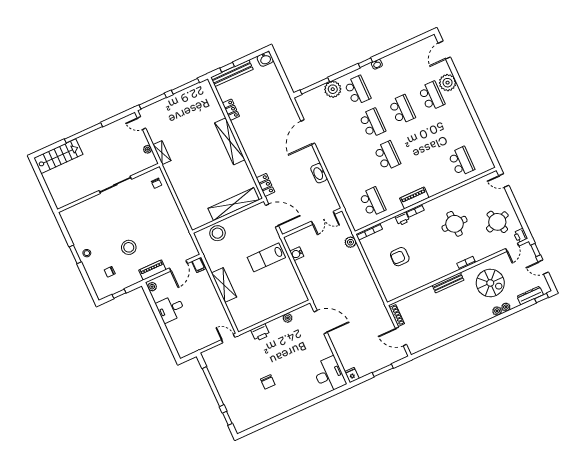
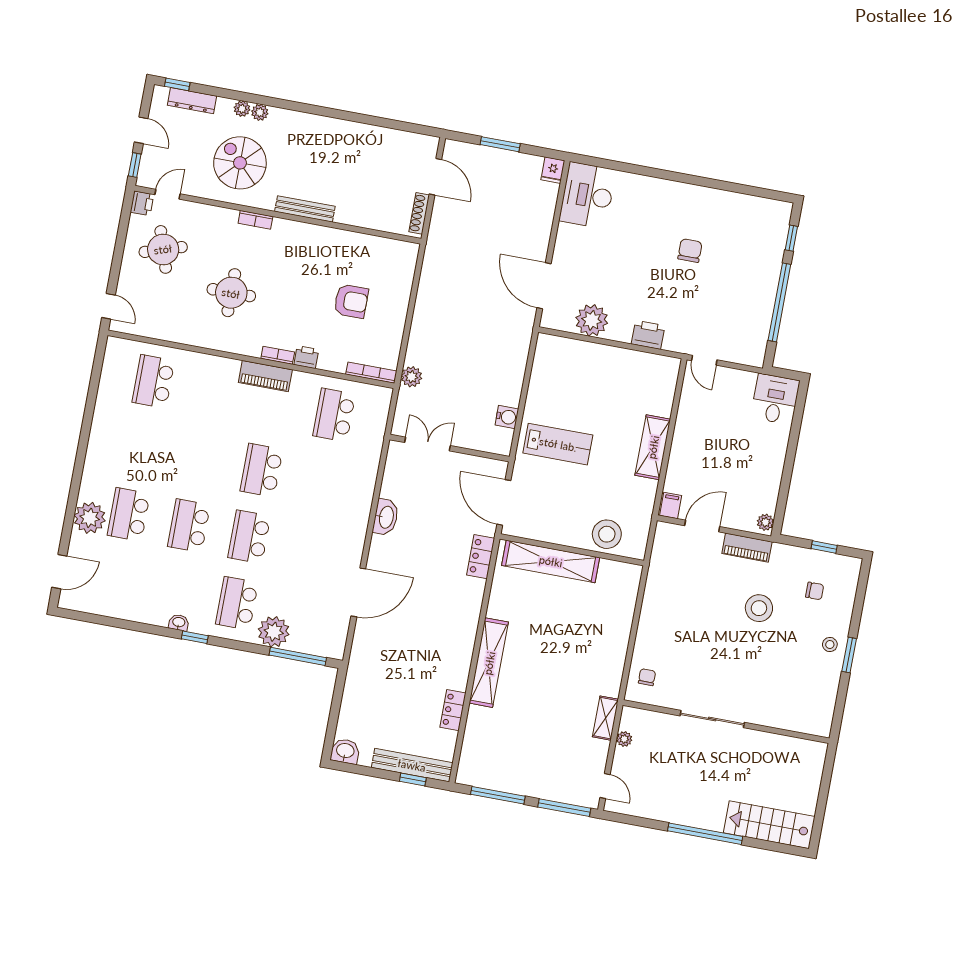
desk: (171, 309) -> (775, 399), moved, turned -90
plant: (288, 318) -> (592, 320), width x1.88, depth x1.88

